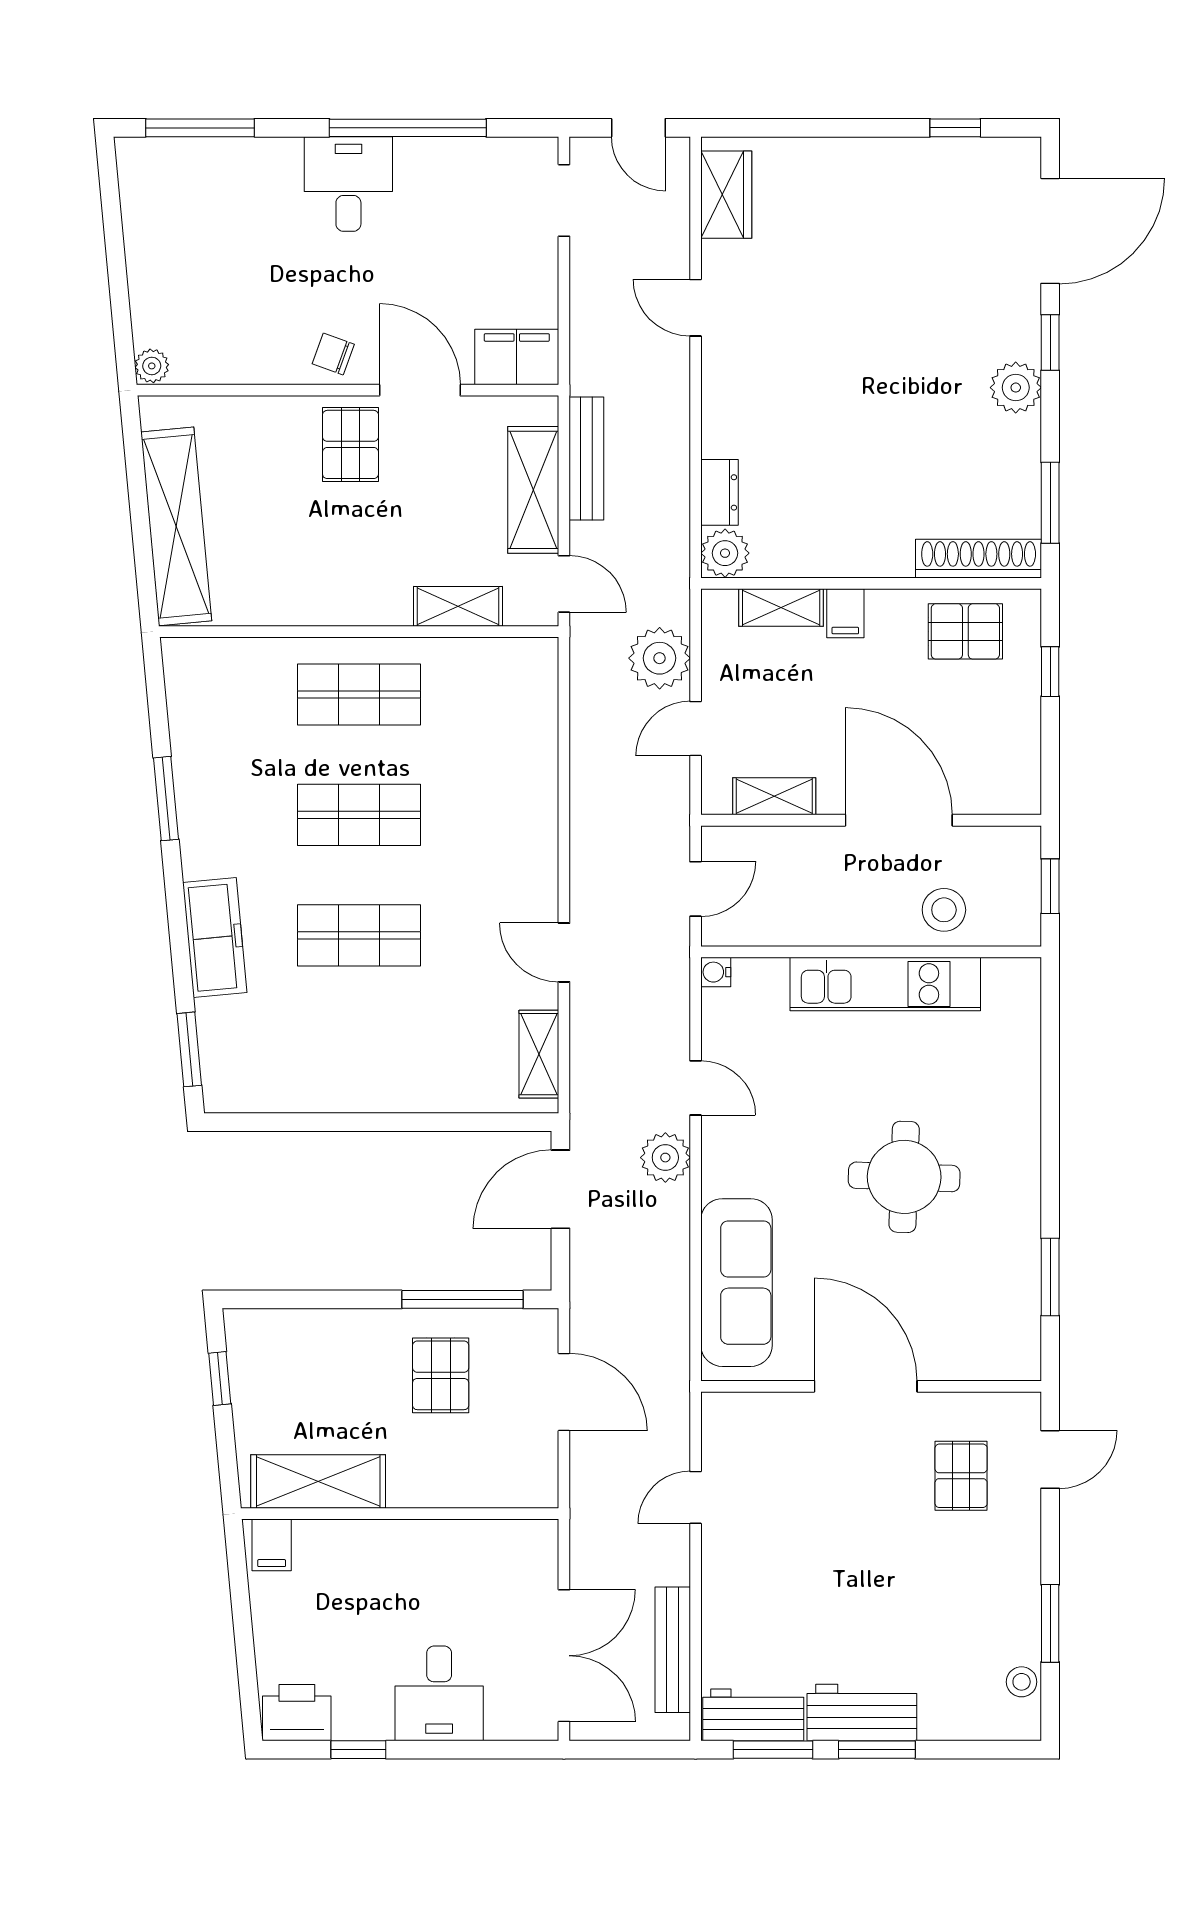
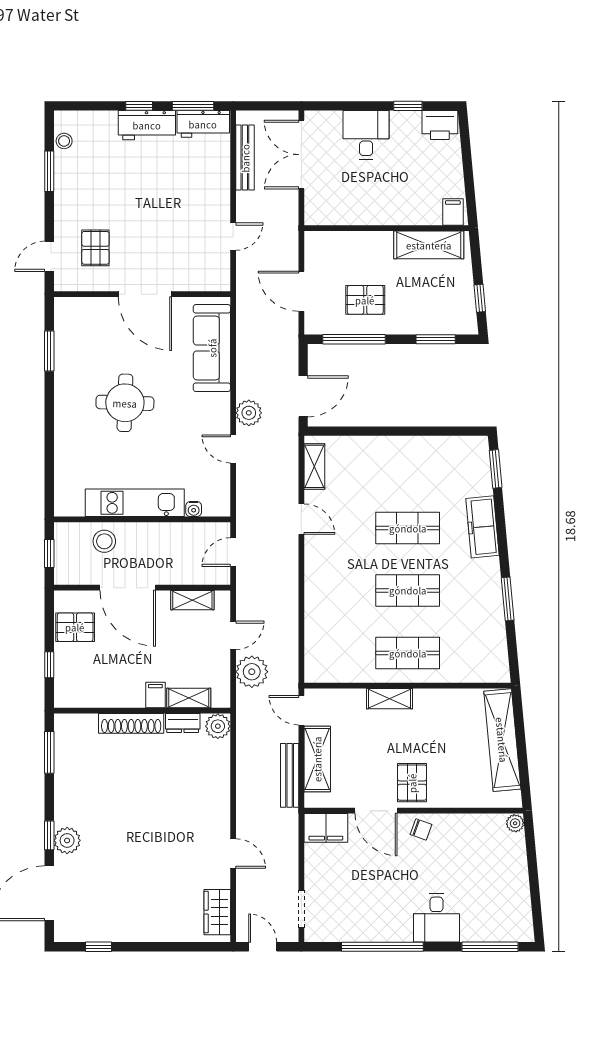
desk: (348, 184) -> (436, 918), moved
plant: (1016, 388) -> (67, 840), moved
dresser: (719, 492) -> (183, 723), moved, turned -90
shoe rack: (979, 559) -> (131, 723), moved
shelving: (458, 606) -> (390, 699), moved
pallet: (965, 631) -> (75, 627), moved
water cooler: (716, 972) -> (194, 509), moved, turned 90
window: (305, 1299) -> (436, 339), added
pallet: (441, 1375) -> (365, 300), turned 90
window: (877, 1750) -> (139, 106), width x0.67

